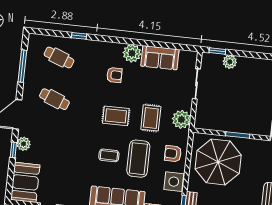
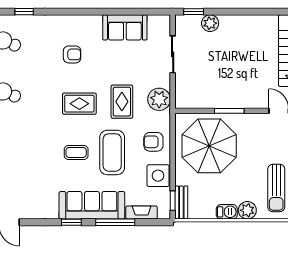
plant: (132, 53) -> (91, 26), removed

